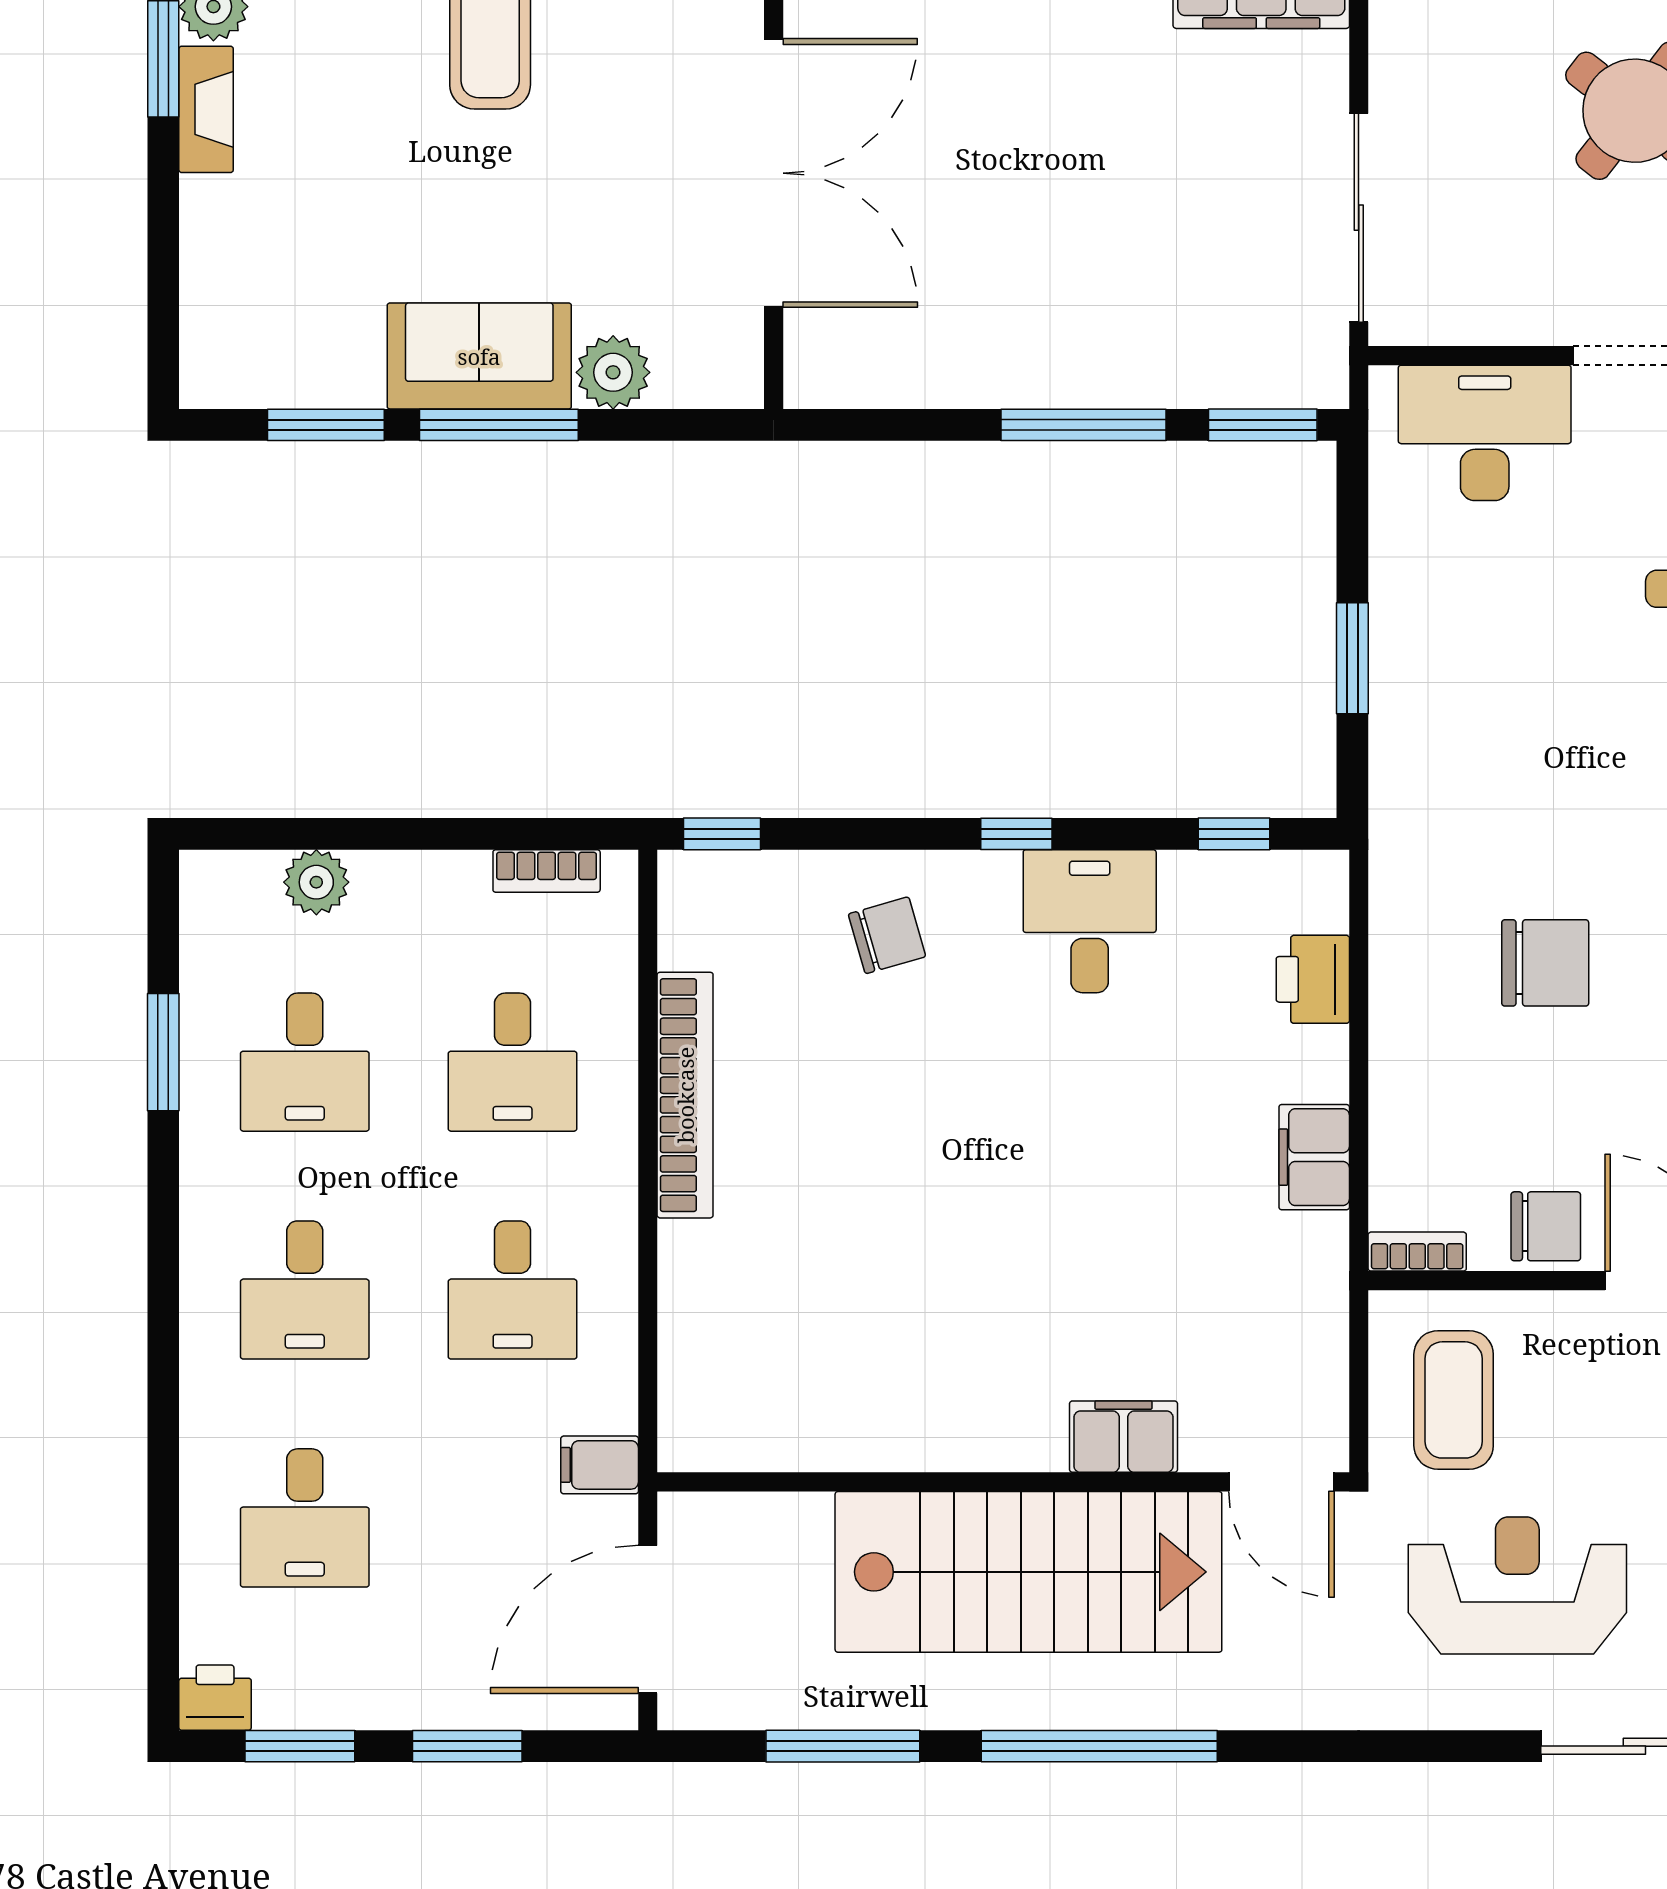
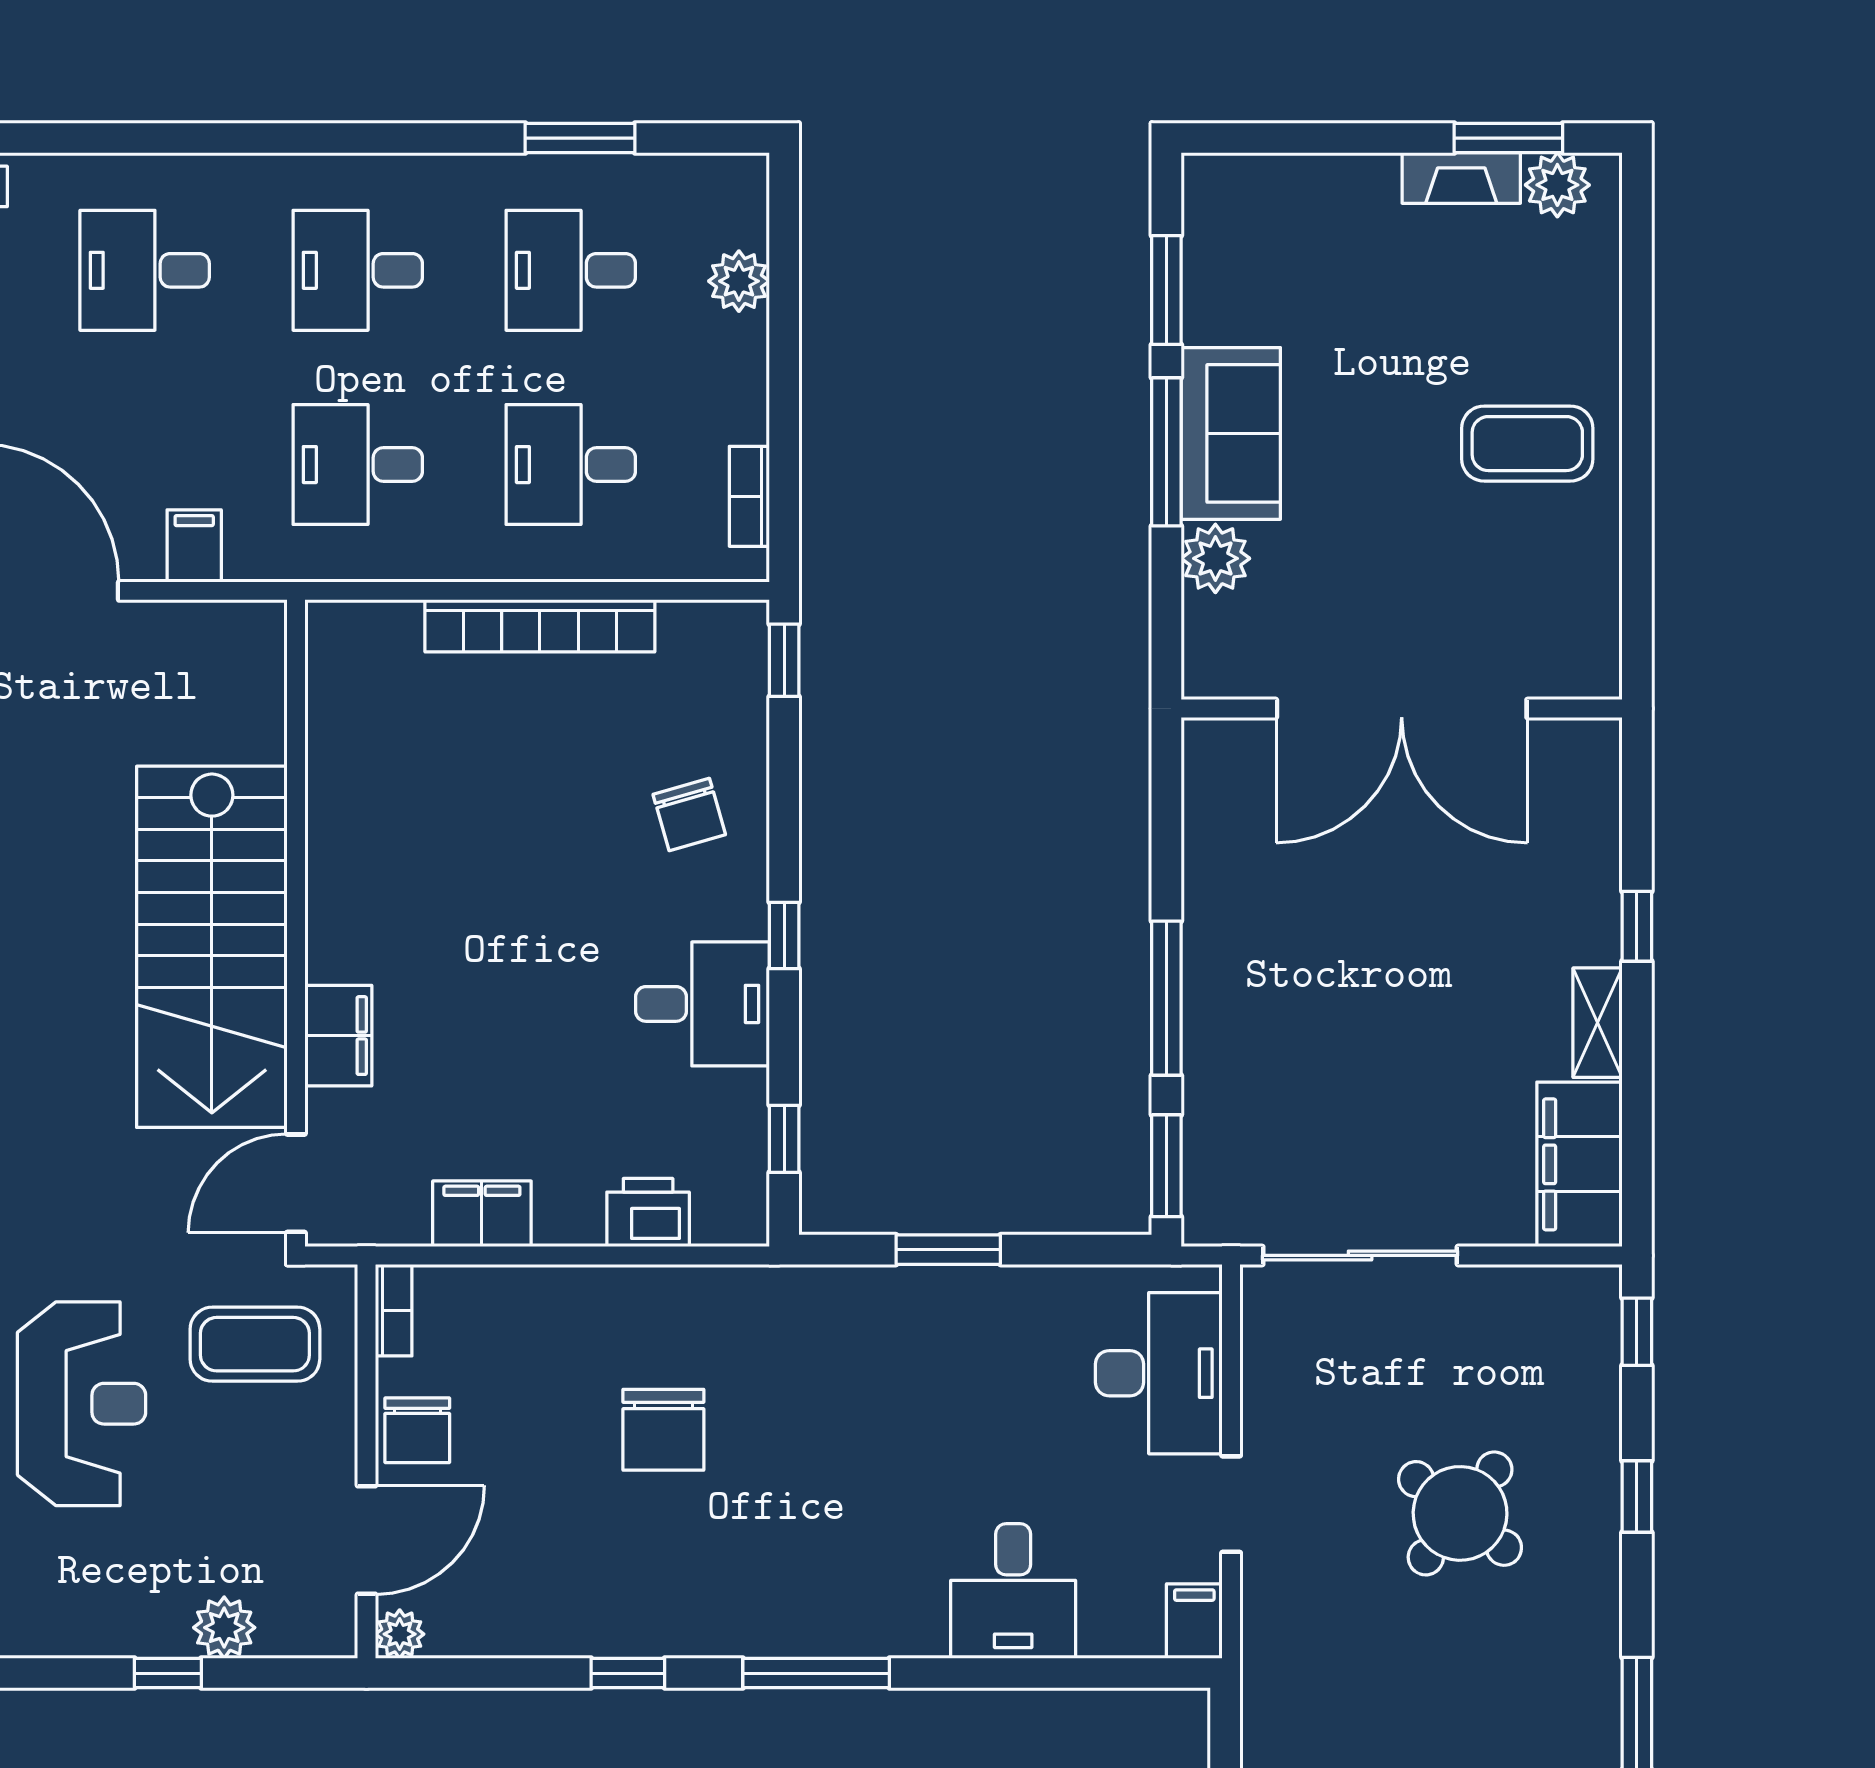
filing cabinet: (1123, 1437) -> (338, 1036), moved
wall: (1003, 1482) -> (296, 923), moved
door: (1281, 1482) -> (296, 1183), moved
stairs: (1028, 1572) -> (212, 947), moved

